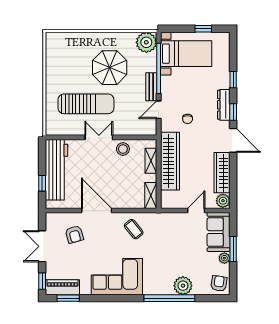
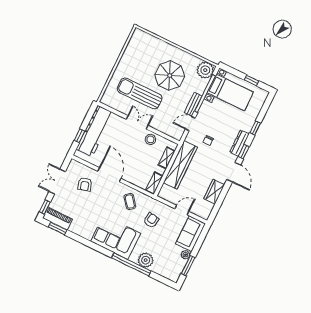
sun lounger: (86, 104) -> (140, 93), turned 180
wardrobe: (222, 173) -> (214, 192), width x0.67
plant: (223, 201) -> (205, 213), removed
window: (233, 249) -> (188, 266), moved
corner sofa: (117, 277) -> (116, 237), moved
armchair: (219, 283) -> (151, 220), moved

